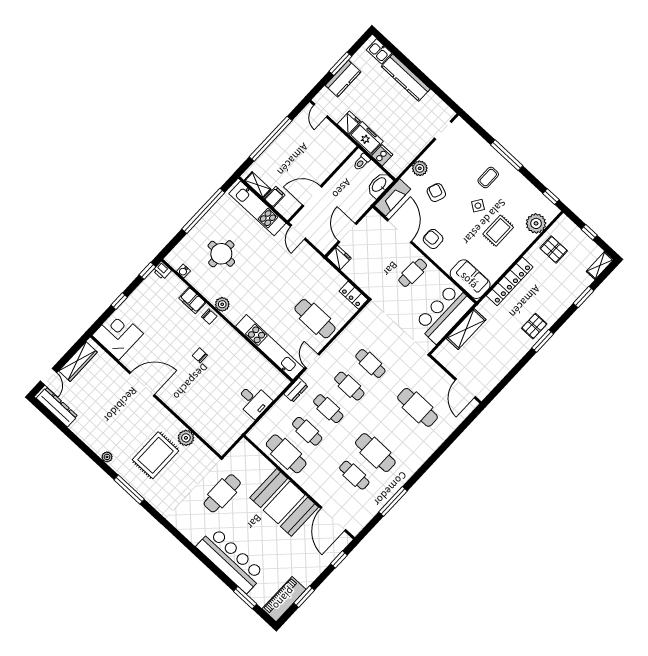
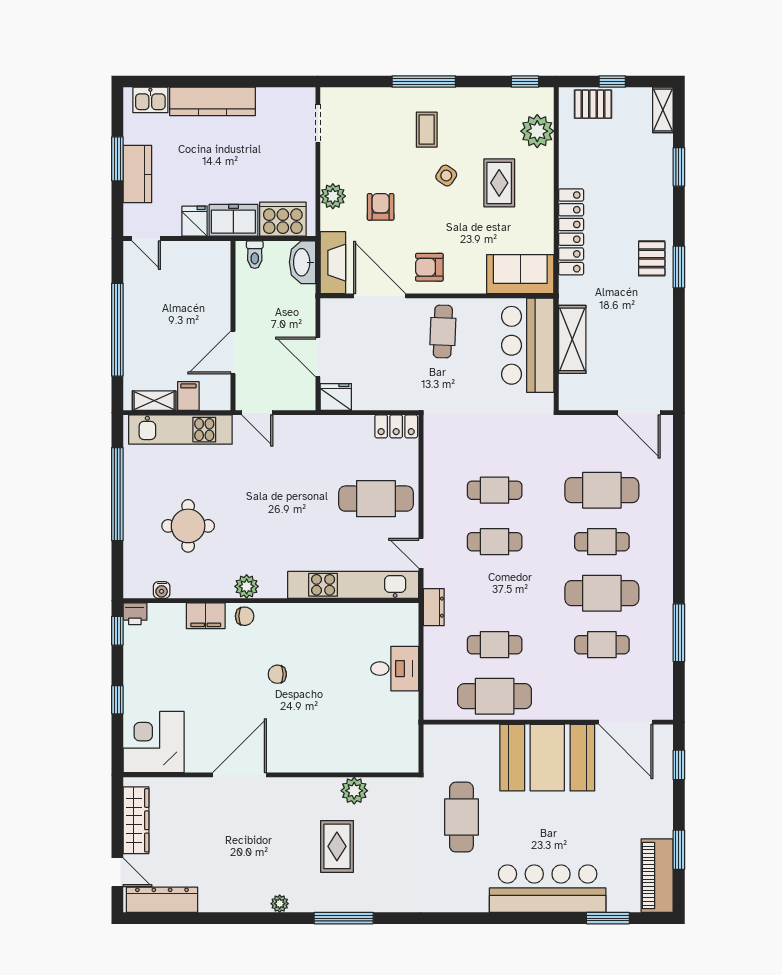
cooker: (382, 155) -> (283, 219), width x1.87, depth x1.31
armchair: (436, 193) -> (381, 207), turned 69
pallet: (554, 249) -> (593, 104), moved
cafe table: (328, 409) -> (602, 542), moved
rug: (156, 455) -> (337, 846), width x0.73, depth x0.70

